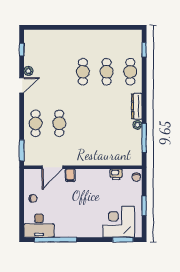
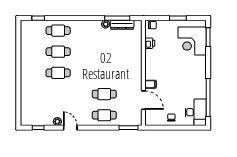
dresser: (137, 106) -> (122, 25), moved

